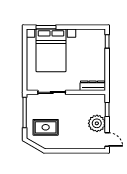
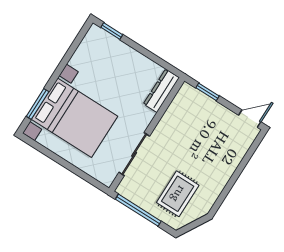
plant: (97, 123) -> (218, 118), removed

